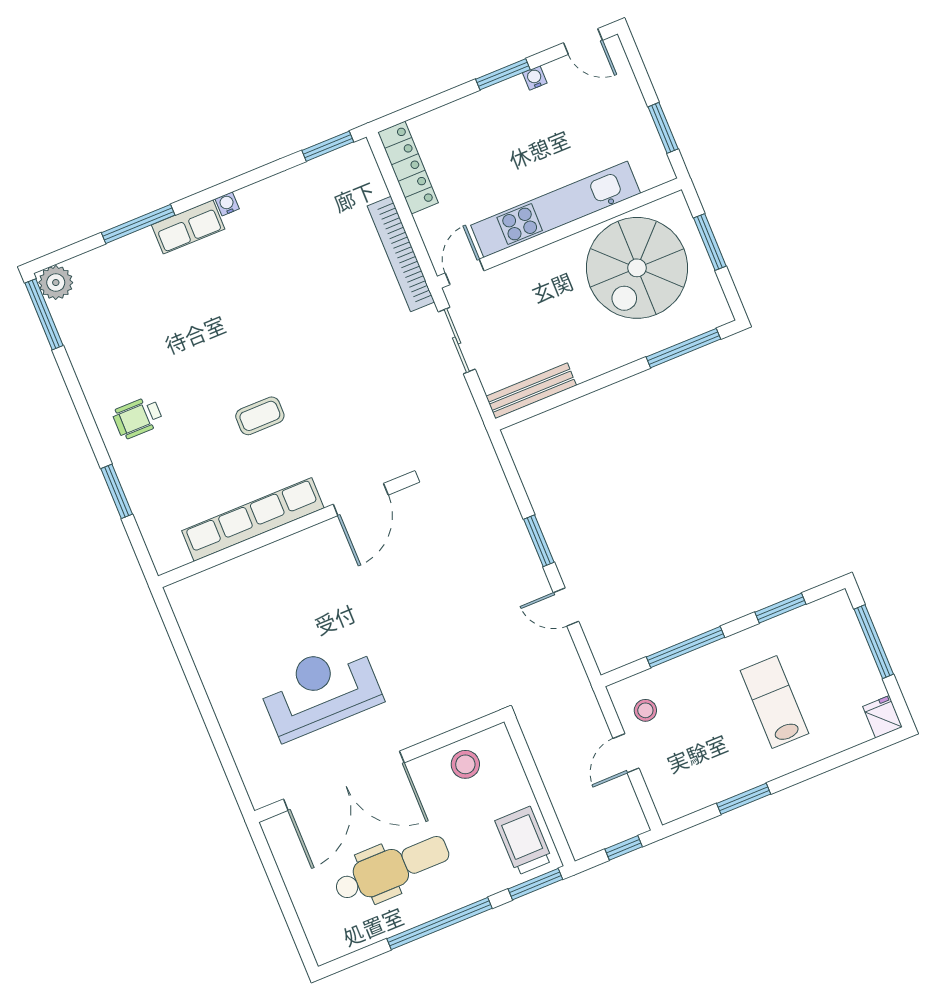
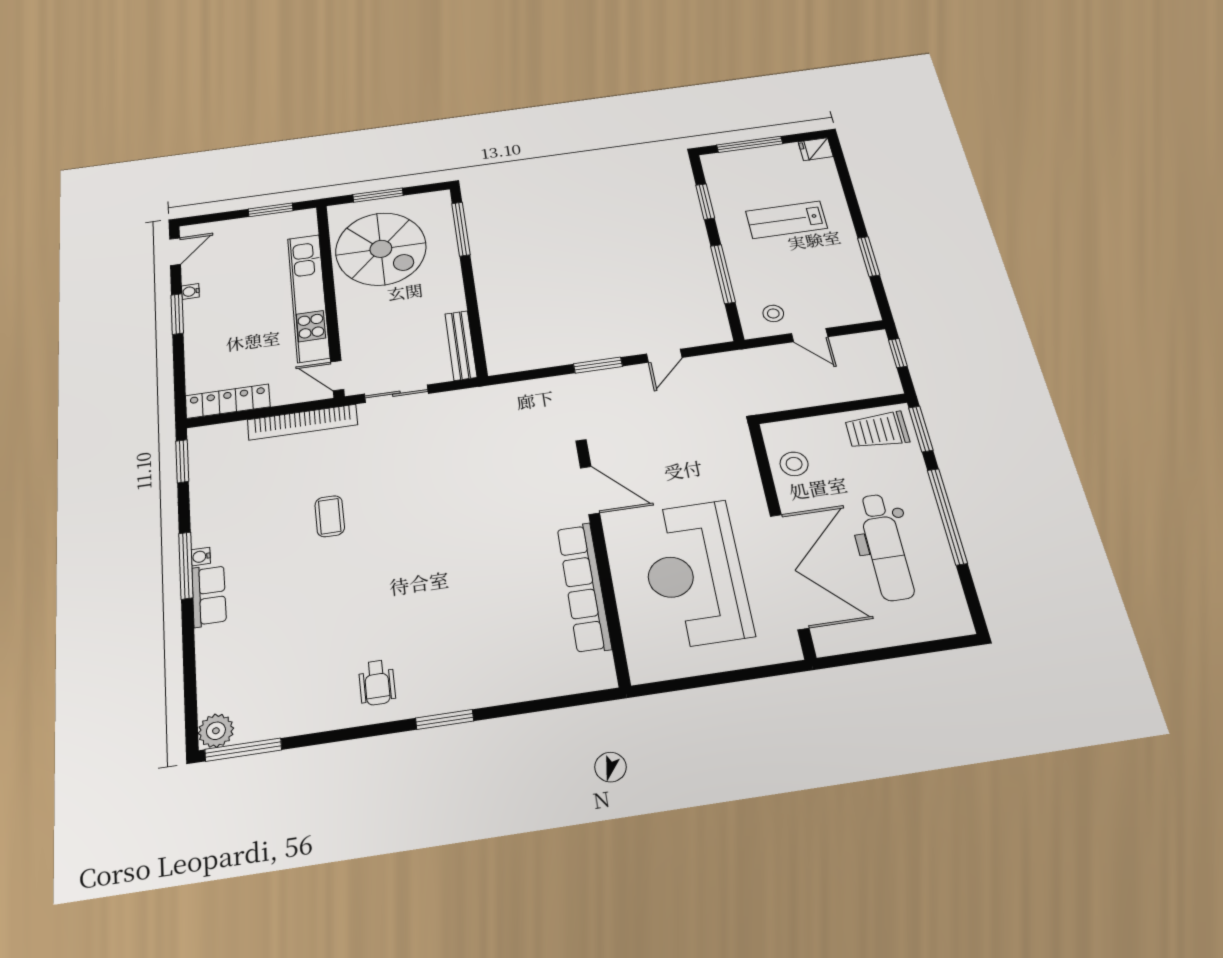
window: (138, 224) -> (186, 565), moved
coffee table: (260, 416) -> (330, 516), moved
door: (361, 500) -> (590, 490), moved
row of seats: (253, 519) -> (584, 587), moved
wall: (283, 531) -> (603, 563), moved
reception desk: (320, 691) -> (695, 574), width x1.36, depth x1.30
dental chair: (392, 869) -> (885, 547), turned 180

